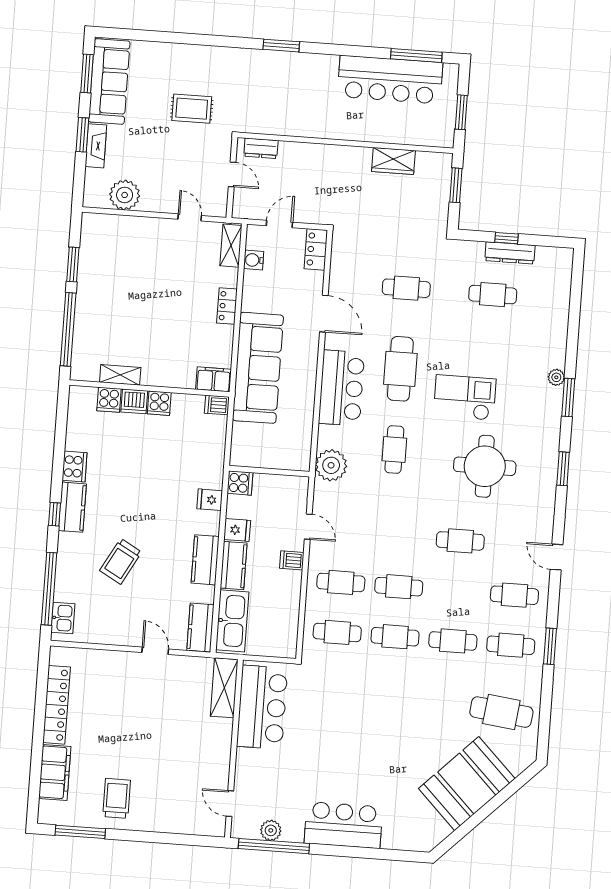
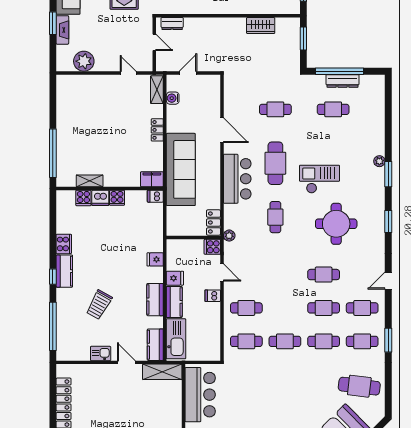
window: (506, 238) -> (340, 71), width x3.17
locker: (316, 249) -> (214, 223), moved
window: (73, 264) -> (53, 110), removed
plant: (331, 465) -> (229, 236), width x0.53, depth x0.53
cooker: (240, 483) -> (212, 247), moved, turned 180
door: (557, 557) -> (388, 281), hinge flipped
cafe table: (399, 587) -> (324, 308), moved
kitchen sink: (63, 618) -> (101, 354), moved, turned -90
shelving: (224, 688) -> (162, 372), moved, turned 90

